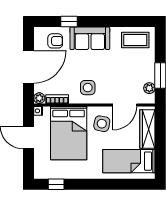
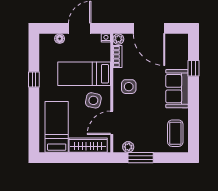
armchair: (55, 41) -> (174, 55), removed
door: (125, 105) -> (112, 123), hinge flipped
bed: (69, 133) -> (84, 74), width x0.67
floor lamp: (39, 158) -> (60, 39), added
window: (56, 184) -> (34, 79), moved

